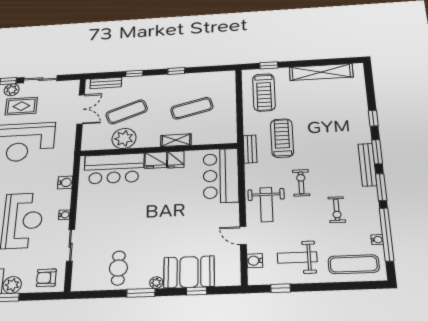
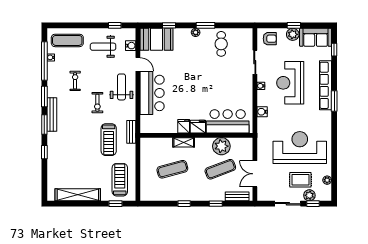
bar counter: (221, 176) -> (152, 93), moved
weight bench: (297, 258) -> (103, 47), turned 180
booth: (189, 272) -> (157, 39), moved

